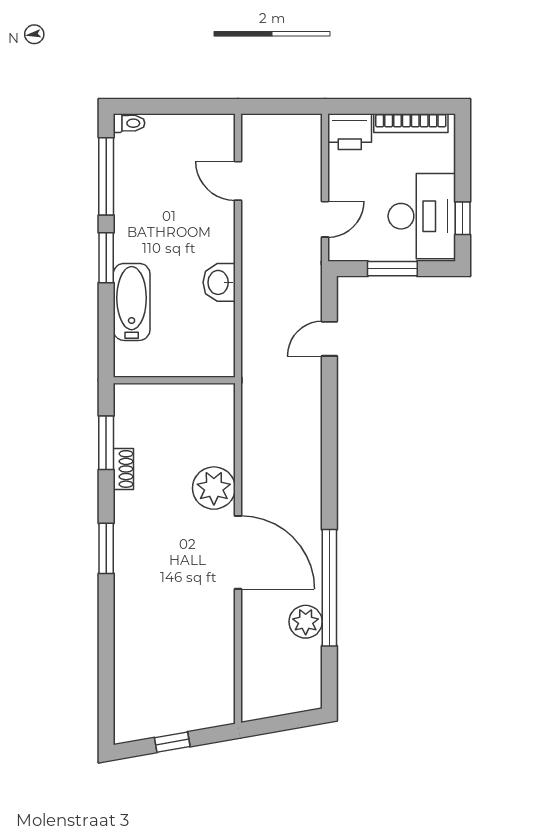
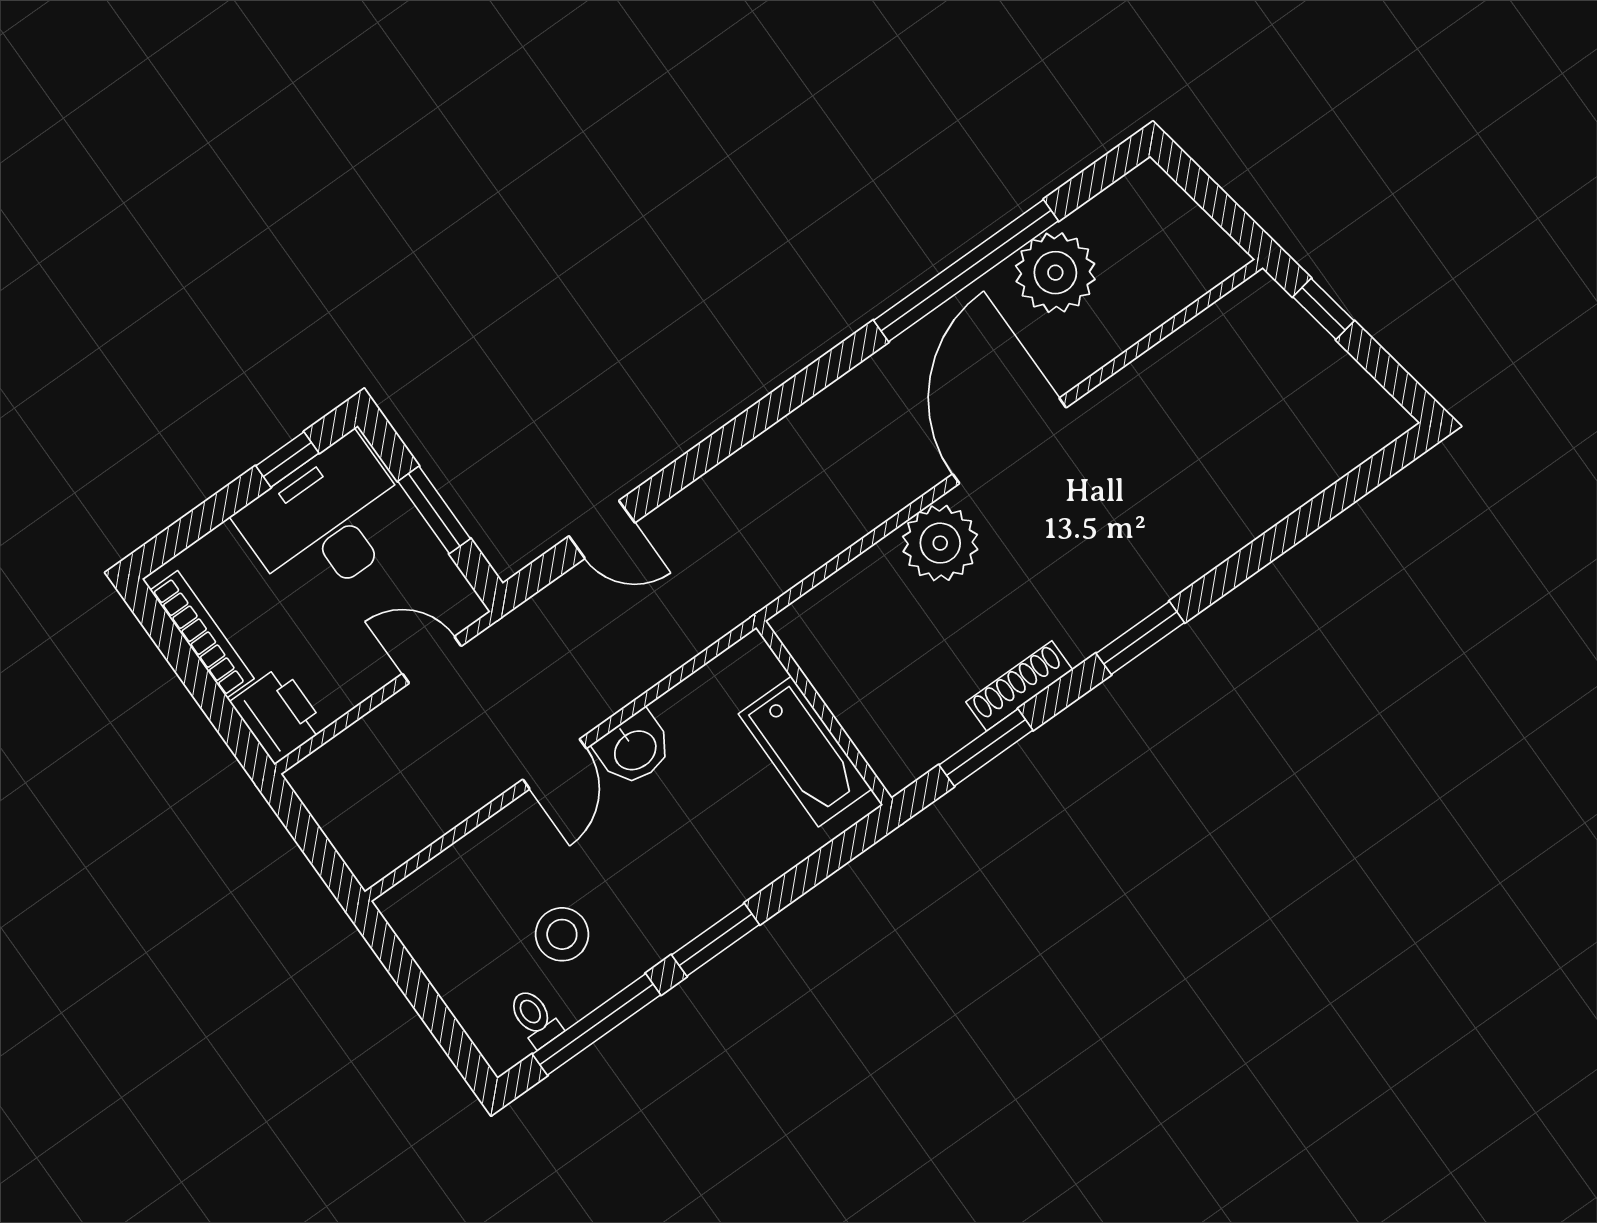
toilet: (129, 123) -> (535, 1018), moved
door: (238, 181) -> (555, 764), moved
stool: (158, 190) -> (562, 934), added
bathtub: (132, 302) -> (805, 752), moved, turned -90
shoe rack: (123, 469) -> (1019, 686), width x1.43
plant: (306, 622) -> (1055, 273), width x1.36, depth x1.36
window: (172, 742) -> (1324, 309), moved

